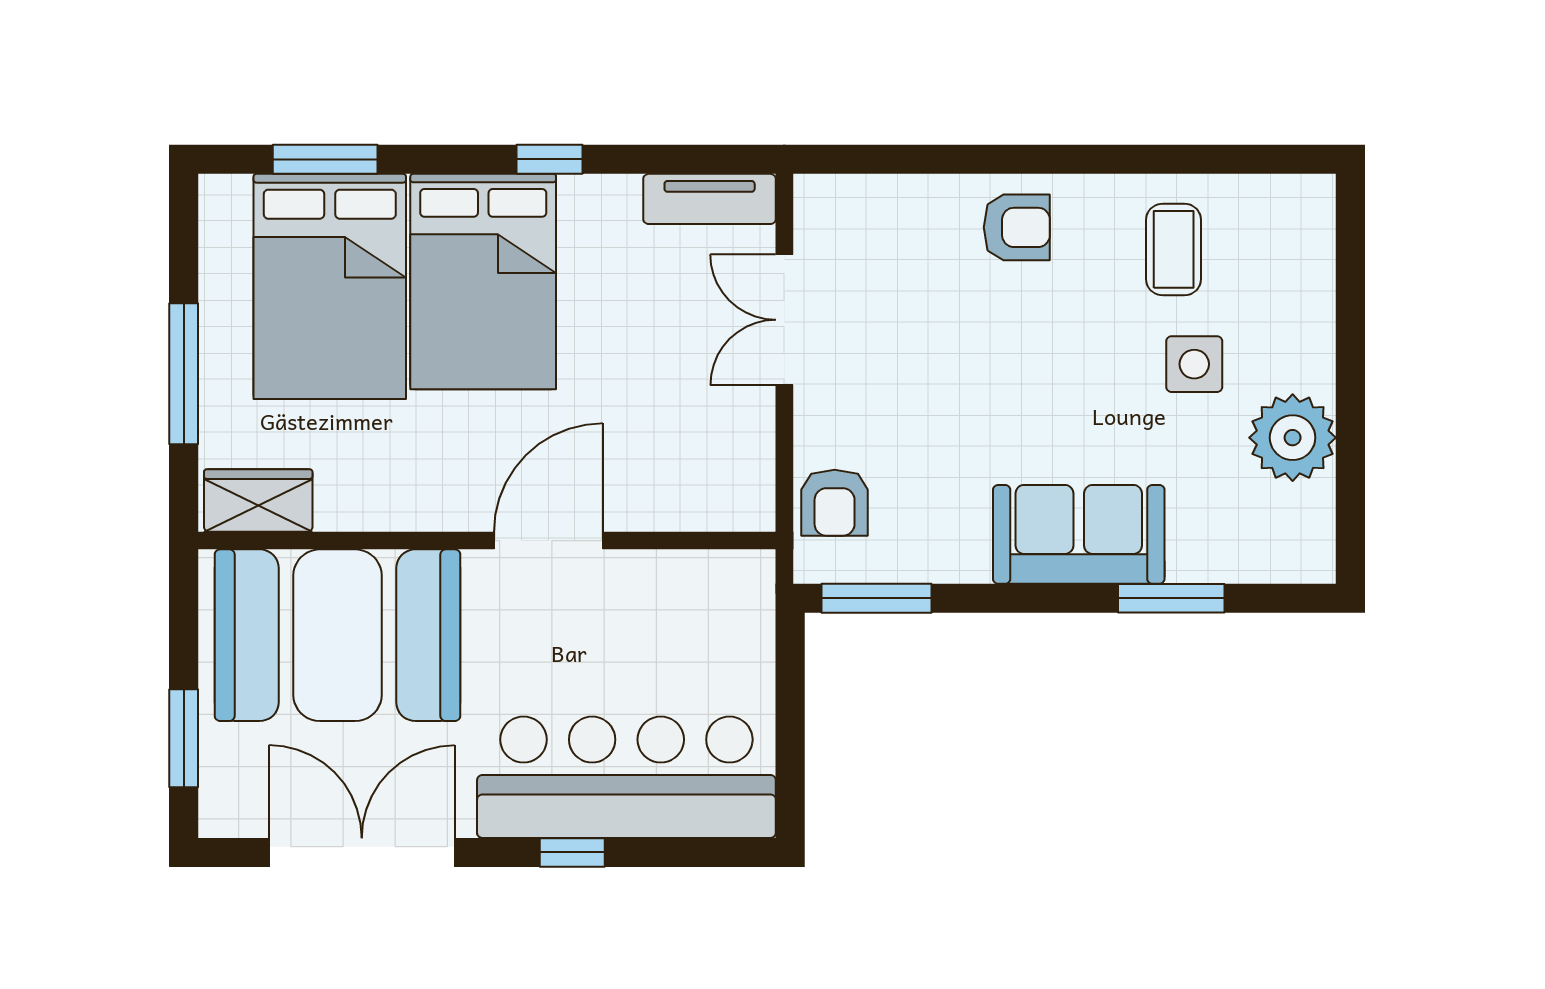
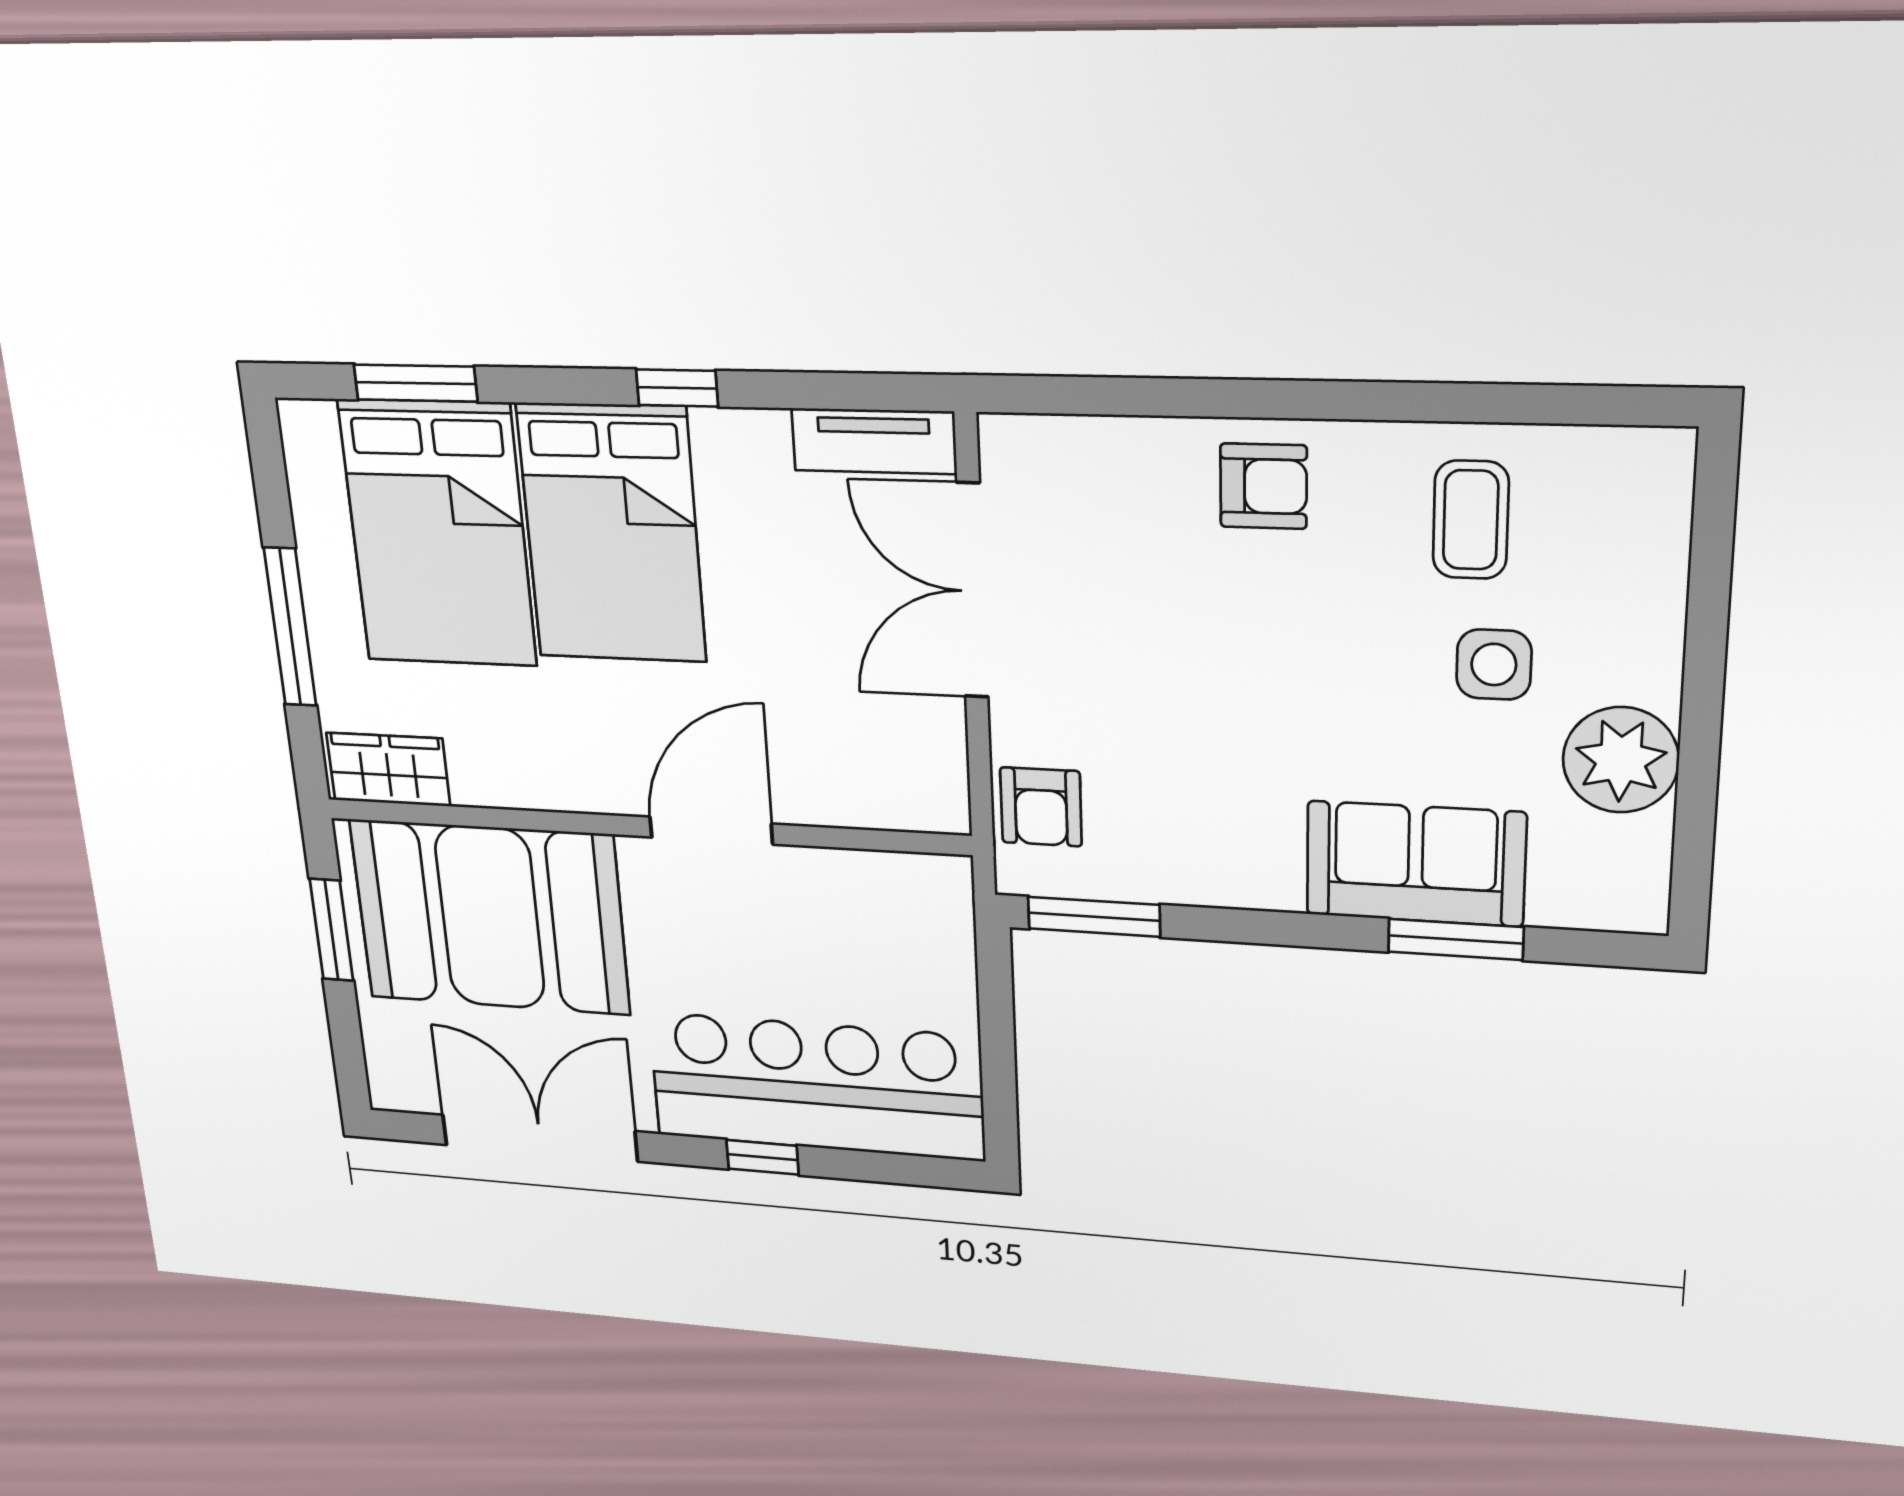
double door: (784, 320) -> (972, 591), width x1.37
sofa: (1079, 534) -> (1415, 864), moved
window: (184, 738) -> (331, 930), moved

